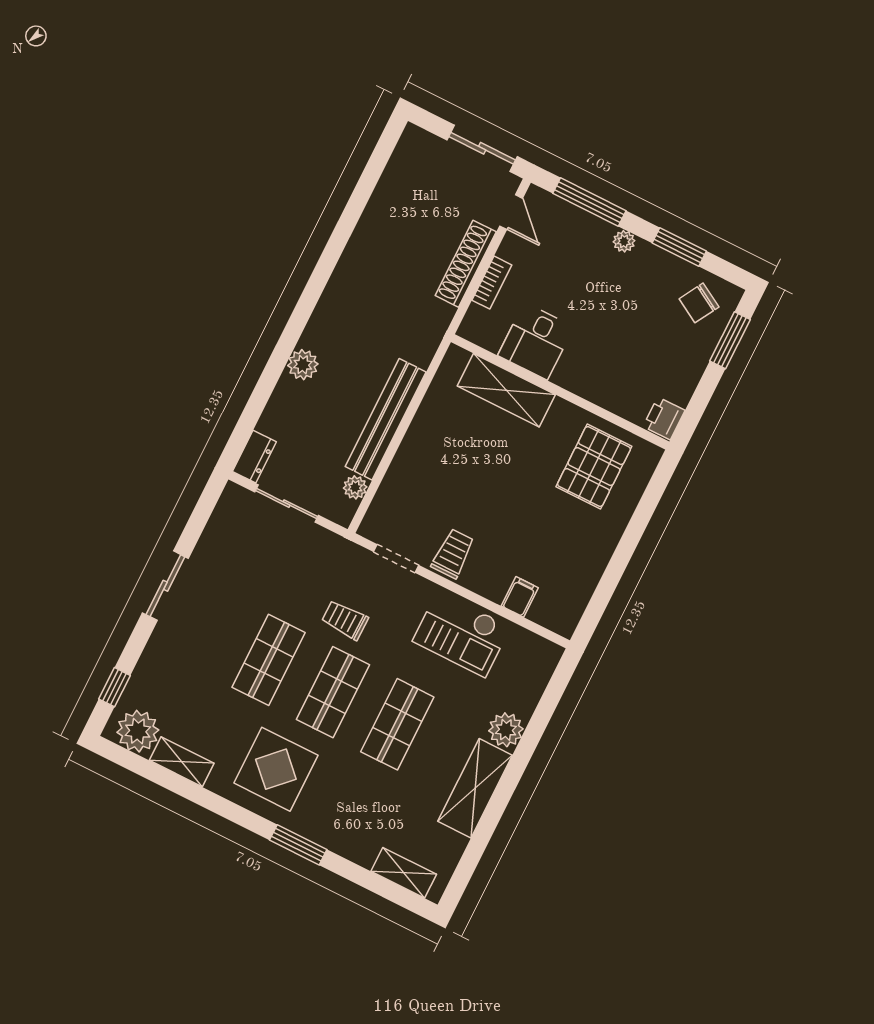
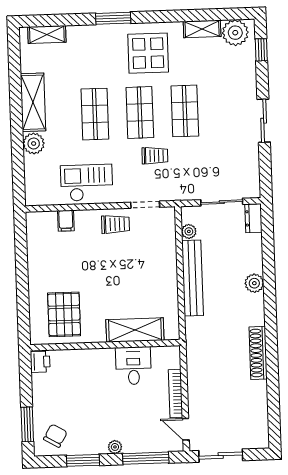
shoe rack: (466, 264) -> (258, 353), moved, turned 180
bookcase: (492, 283) -> (175, 393), width x1.56
trolley: (453, 554) -> (115, 224), turned -90

